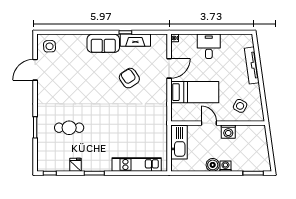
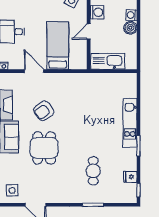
dining table: (92, 78) -> (44, 148), added
fridge: (76, 165) -> (130, 177), moved
kitchen unit: (137, 165) -> (130, 123), moved

